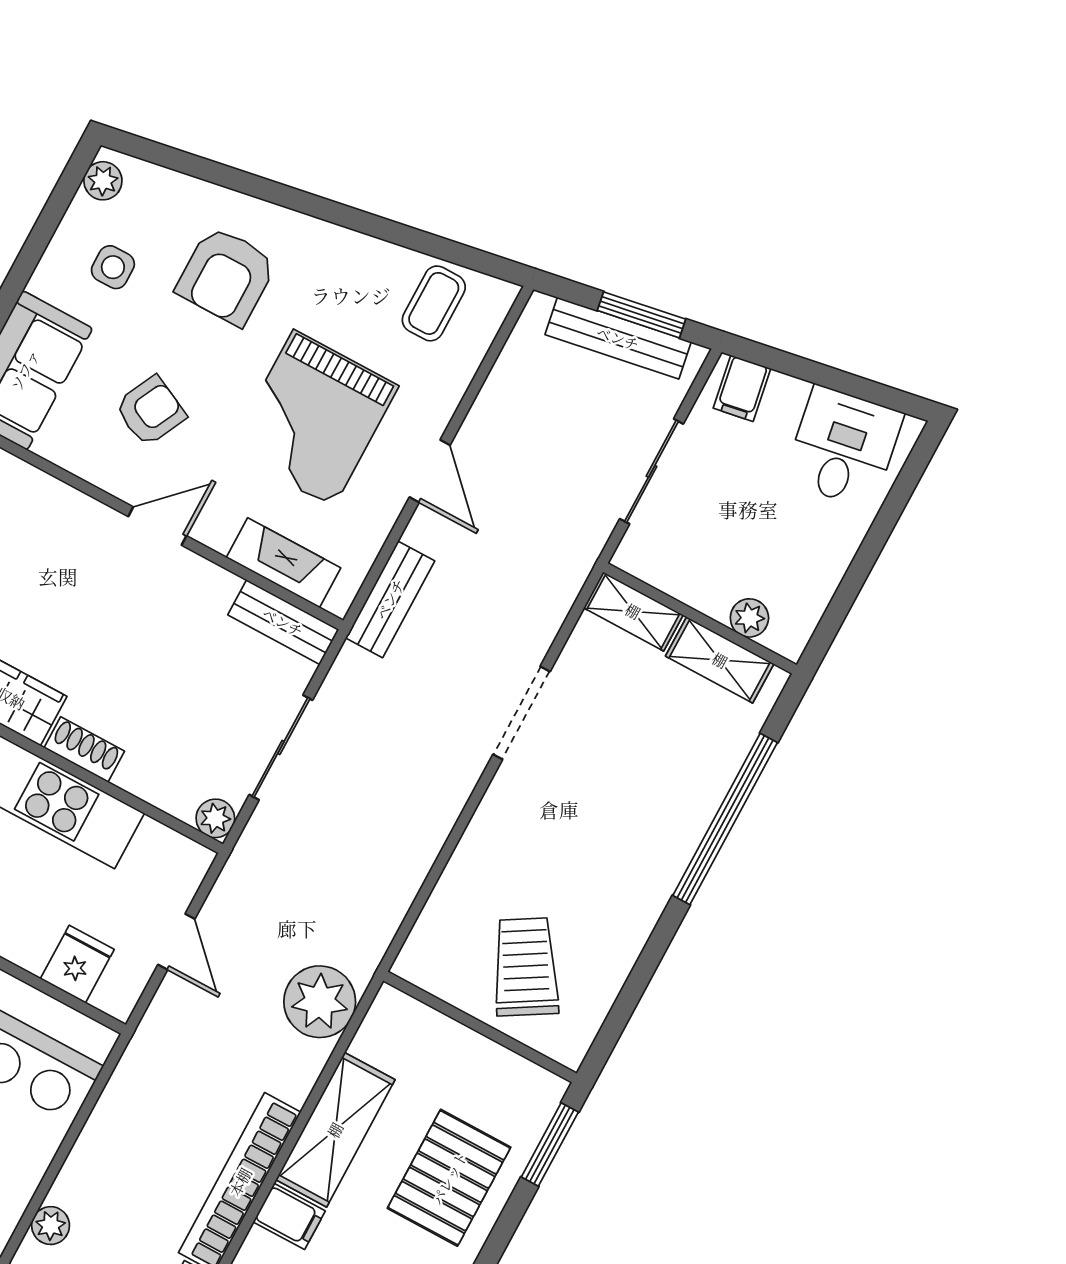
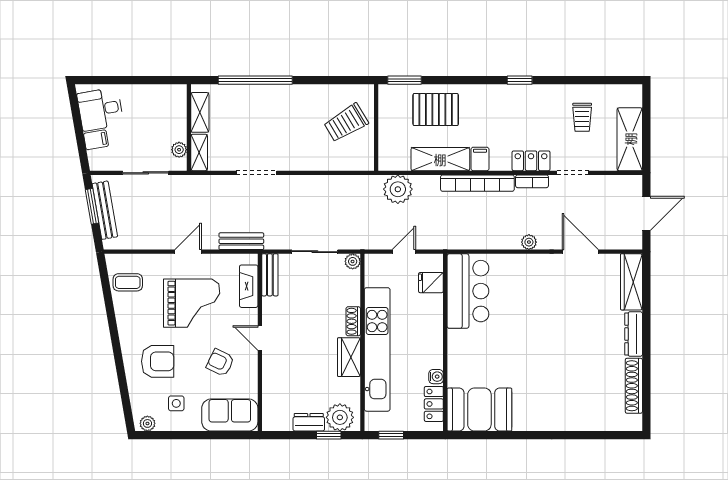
filing cabinet: (742, 388) -> (96, 140), moved
plant: (749, 618) -> (179, 150), moved

